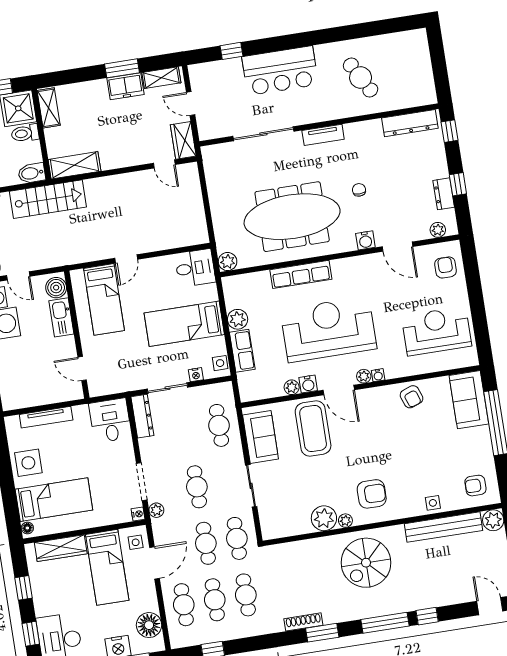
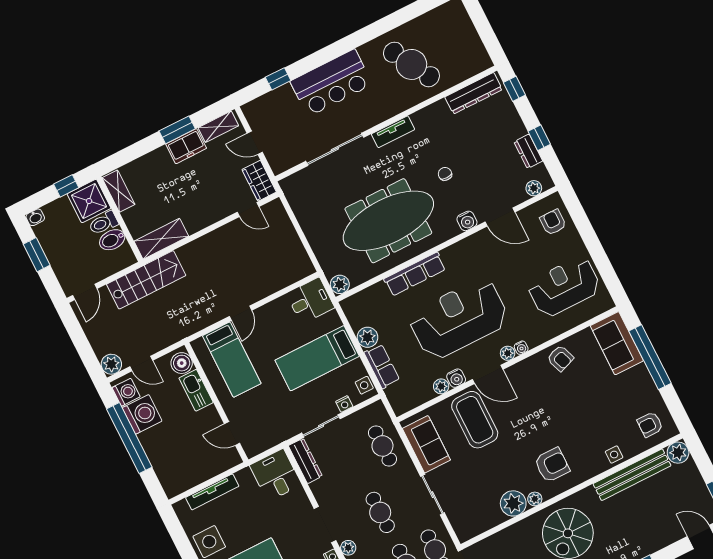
cafe table: (361, 78) -> (411, 64), width x1.37, depth x1.35
bidet: (32, 173) -> (112, 240), moved

